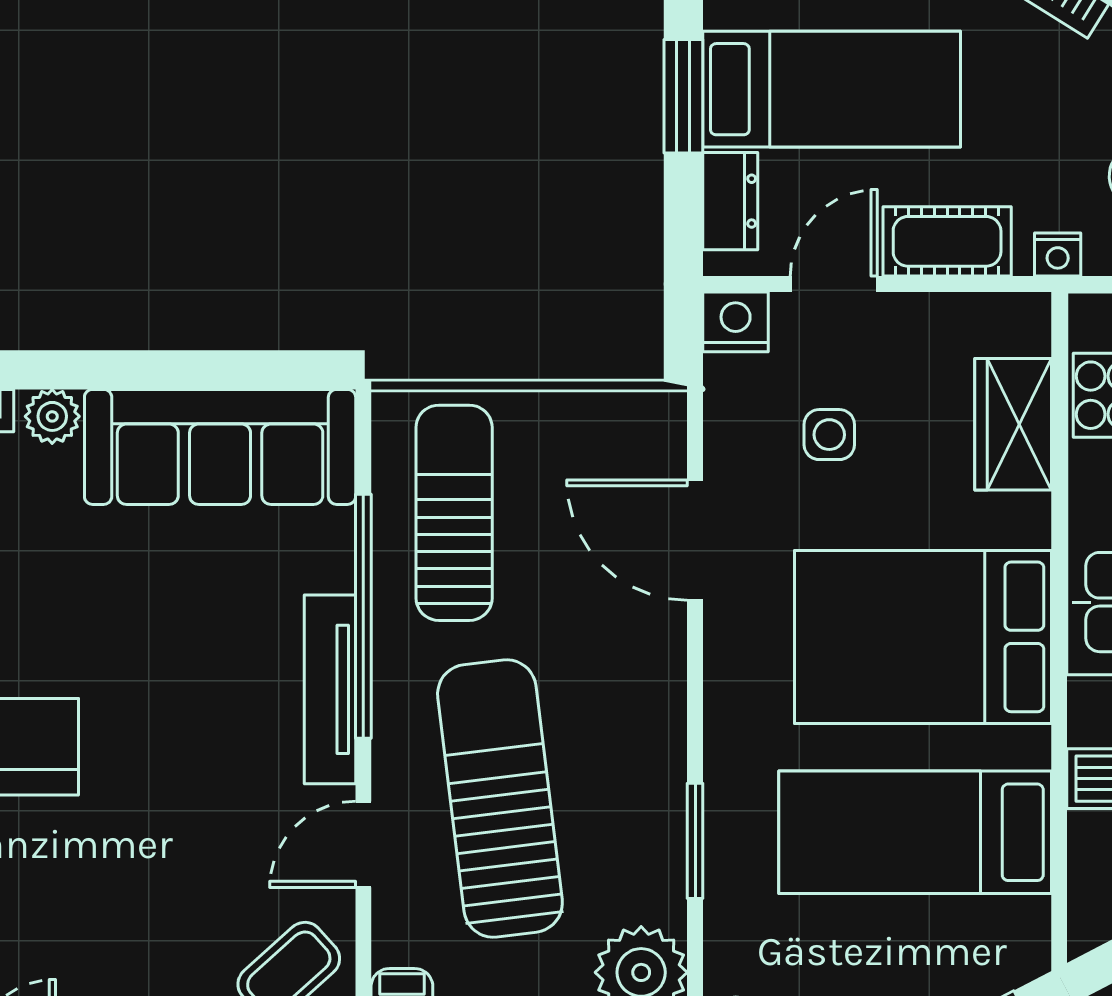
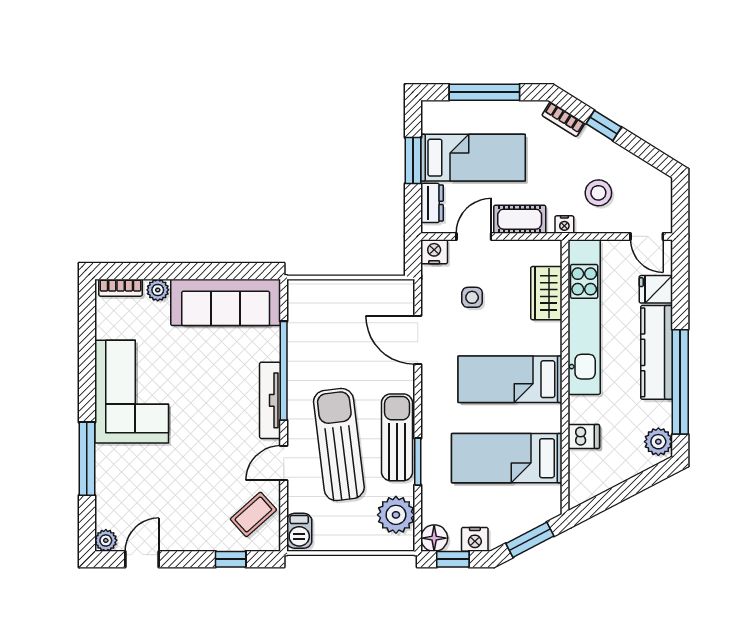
sun lounger: (454, 513) -> (397, 437), moved
bed: (923, 637) -> (510, 379), width x0.67

